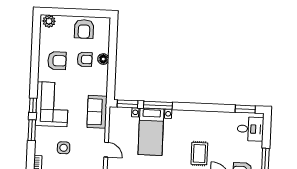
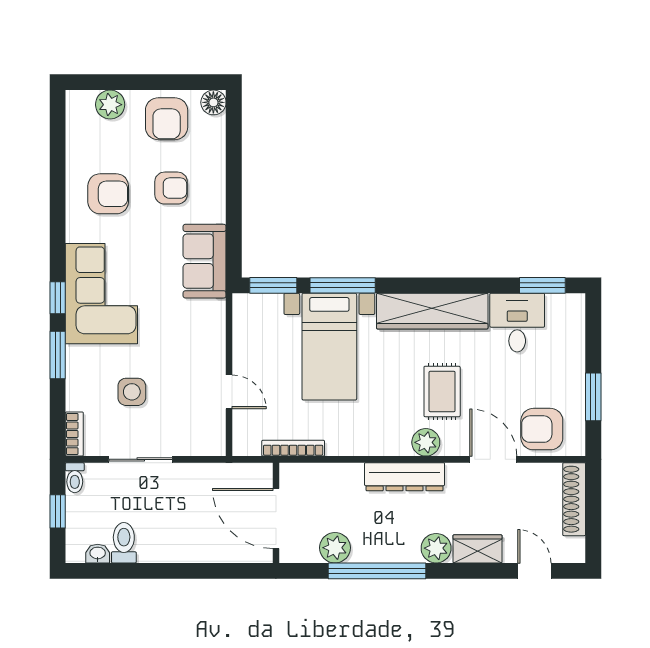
plant: (49, 21) -> (110, 105), moved
floor lamp: (103, 59) -> (213, 102), moved
sofa: (97, 112) -> (205, 261), moved
wardrobe: (197, 118) -> (432, 311), added
desk: (250, 129) -> (517, 323), moved, turned -90

